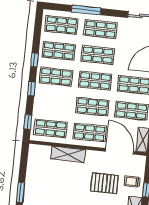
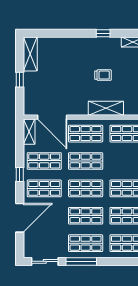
window: (86, 10) -> (81, 261), moved
trolley: (132, 182) -> (103, 75), moved
pallet: (104, 183) -> (64, 82), removed

